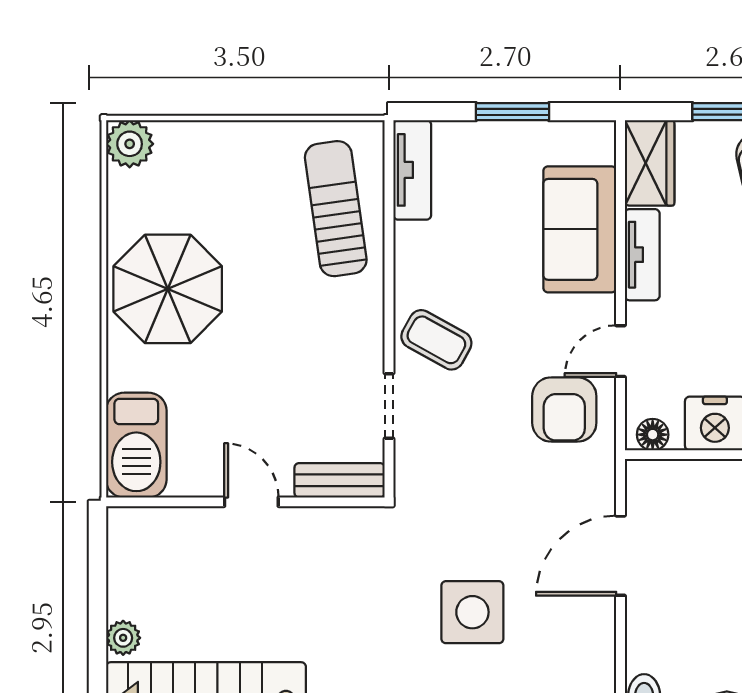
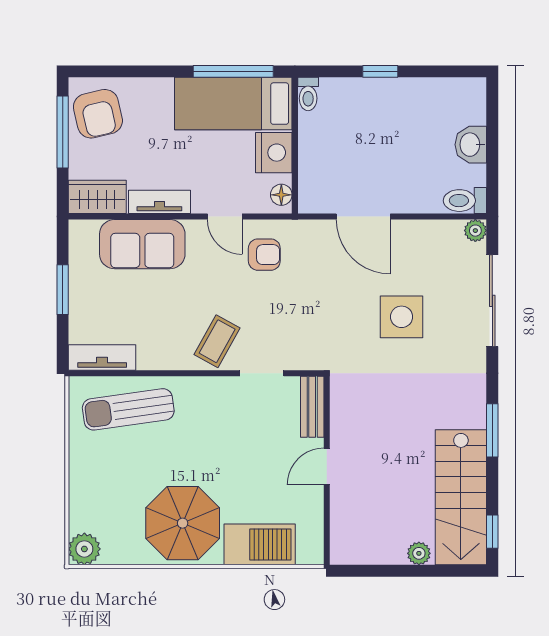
armchair: (564, 410) -> (264, 255), width x0.72, depth x0.72
barbecue: (136, 445) -> (260, 544), moved

